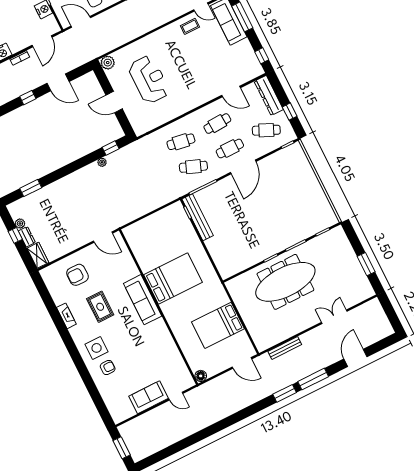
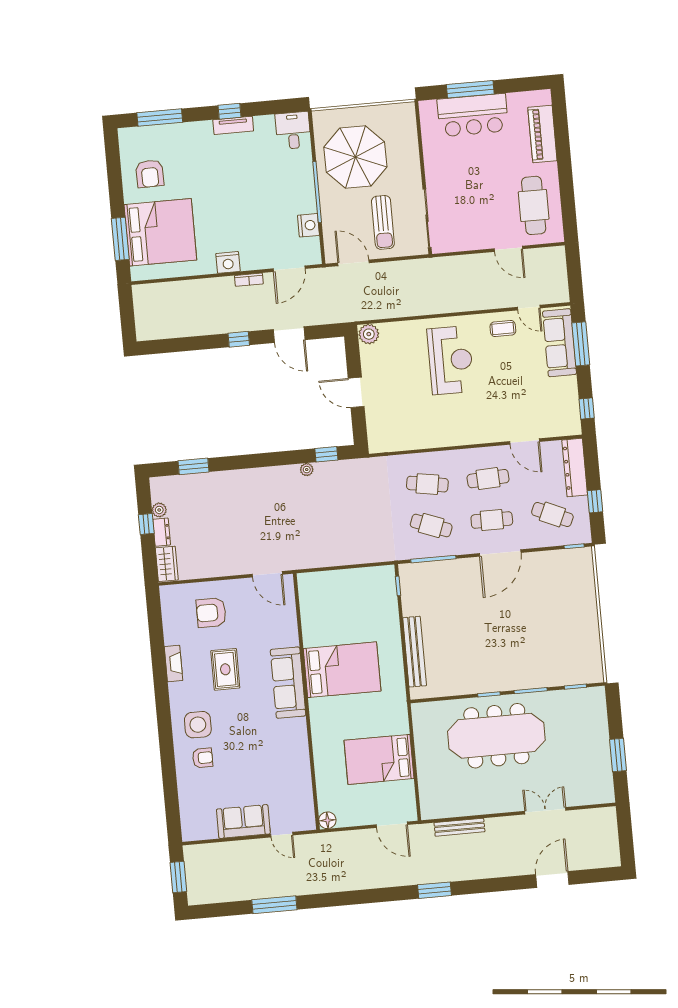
reception desk: (149, 79) -> (450, 360), moved
bench: (198, 217) -> (415, 652), moved
window: (313, 379) -> (274, 905), moved

